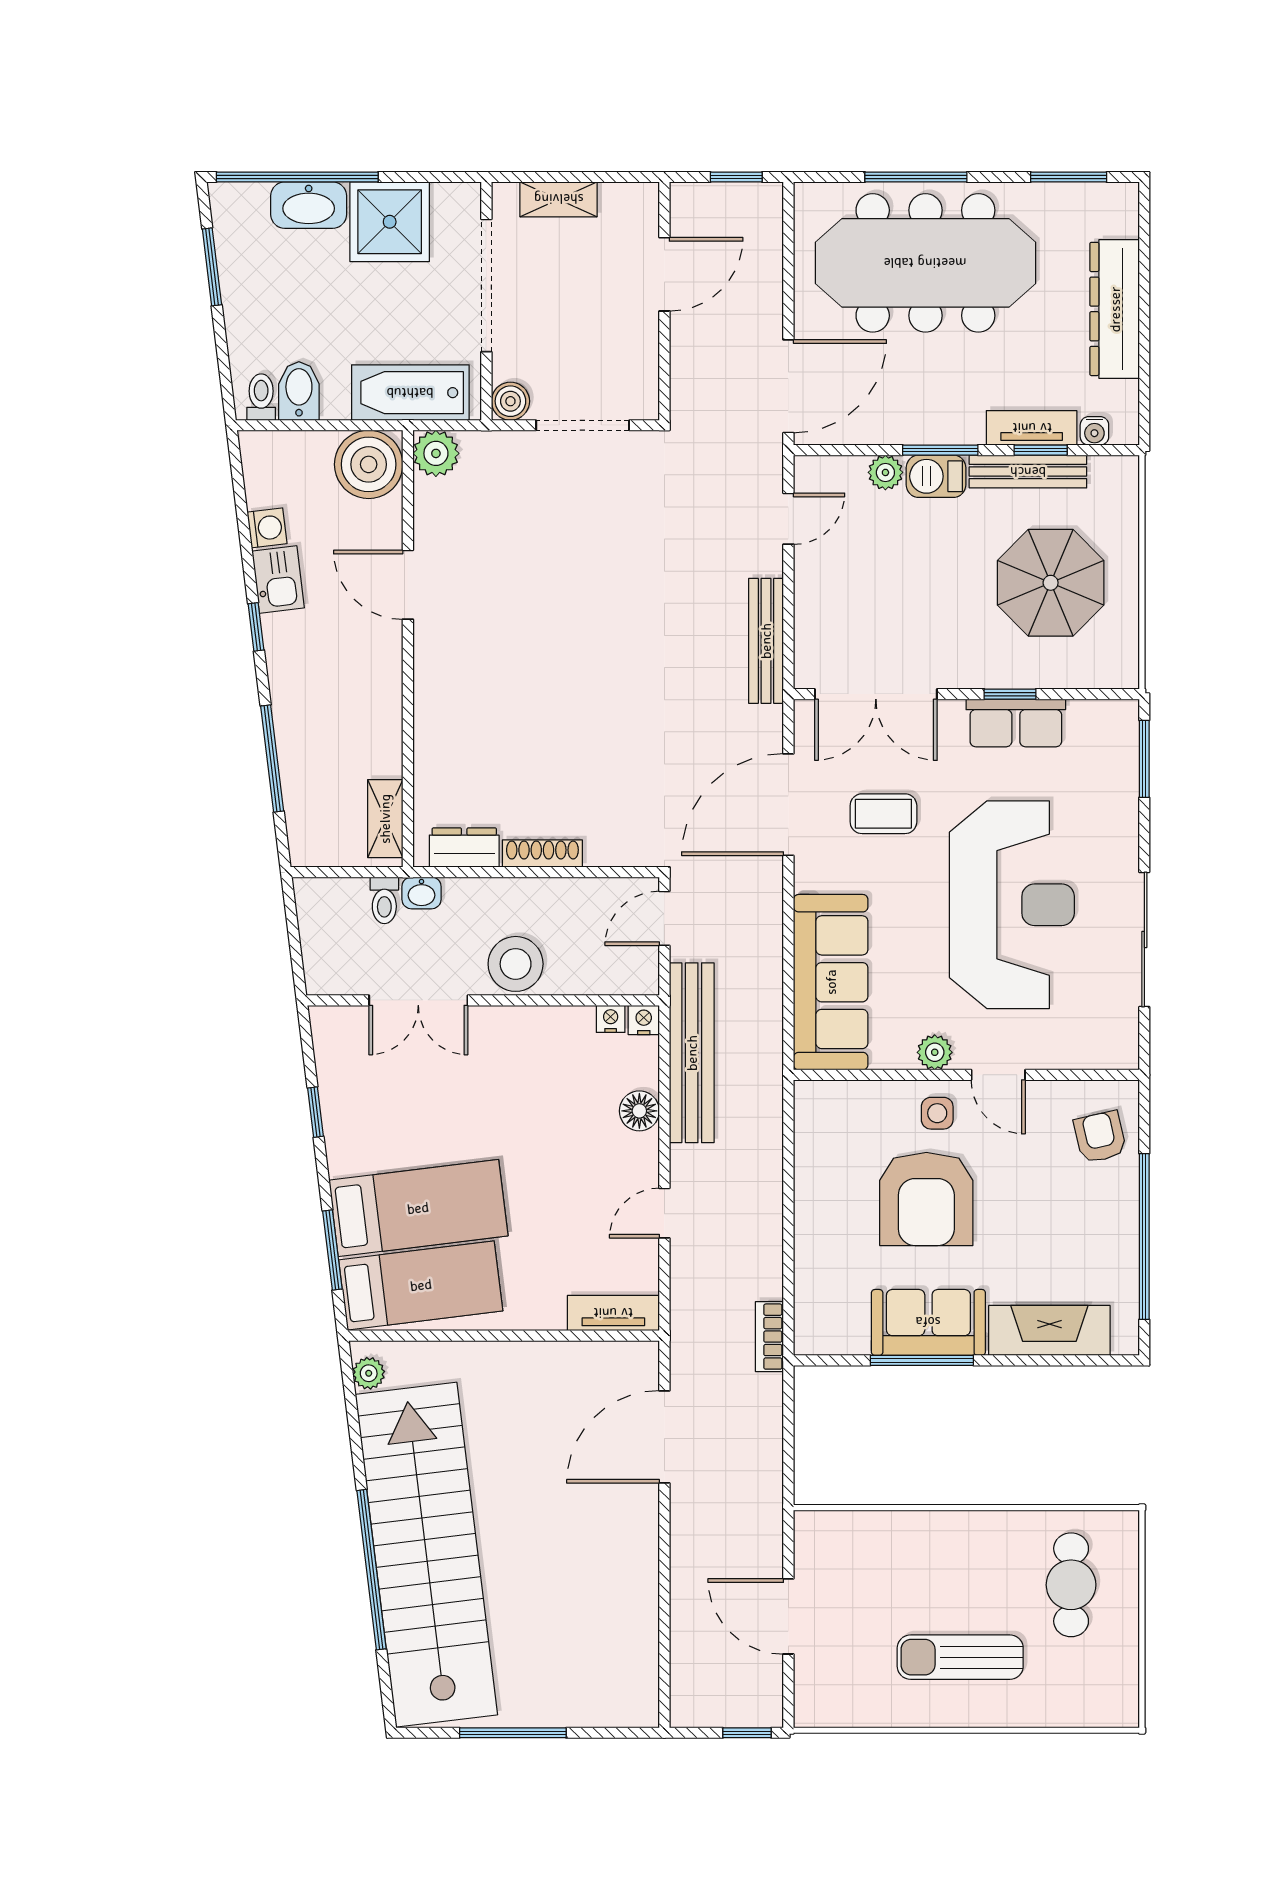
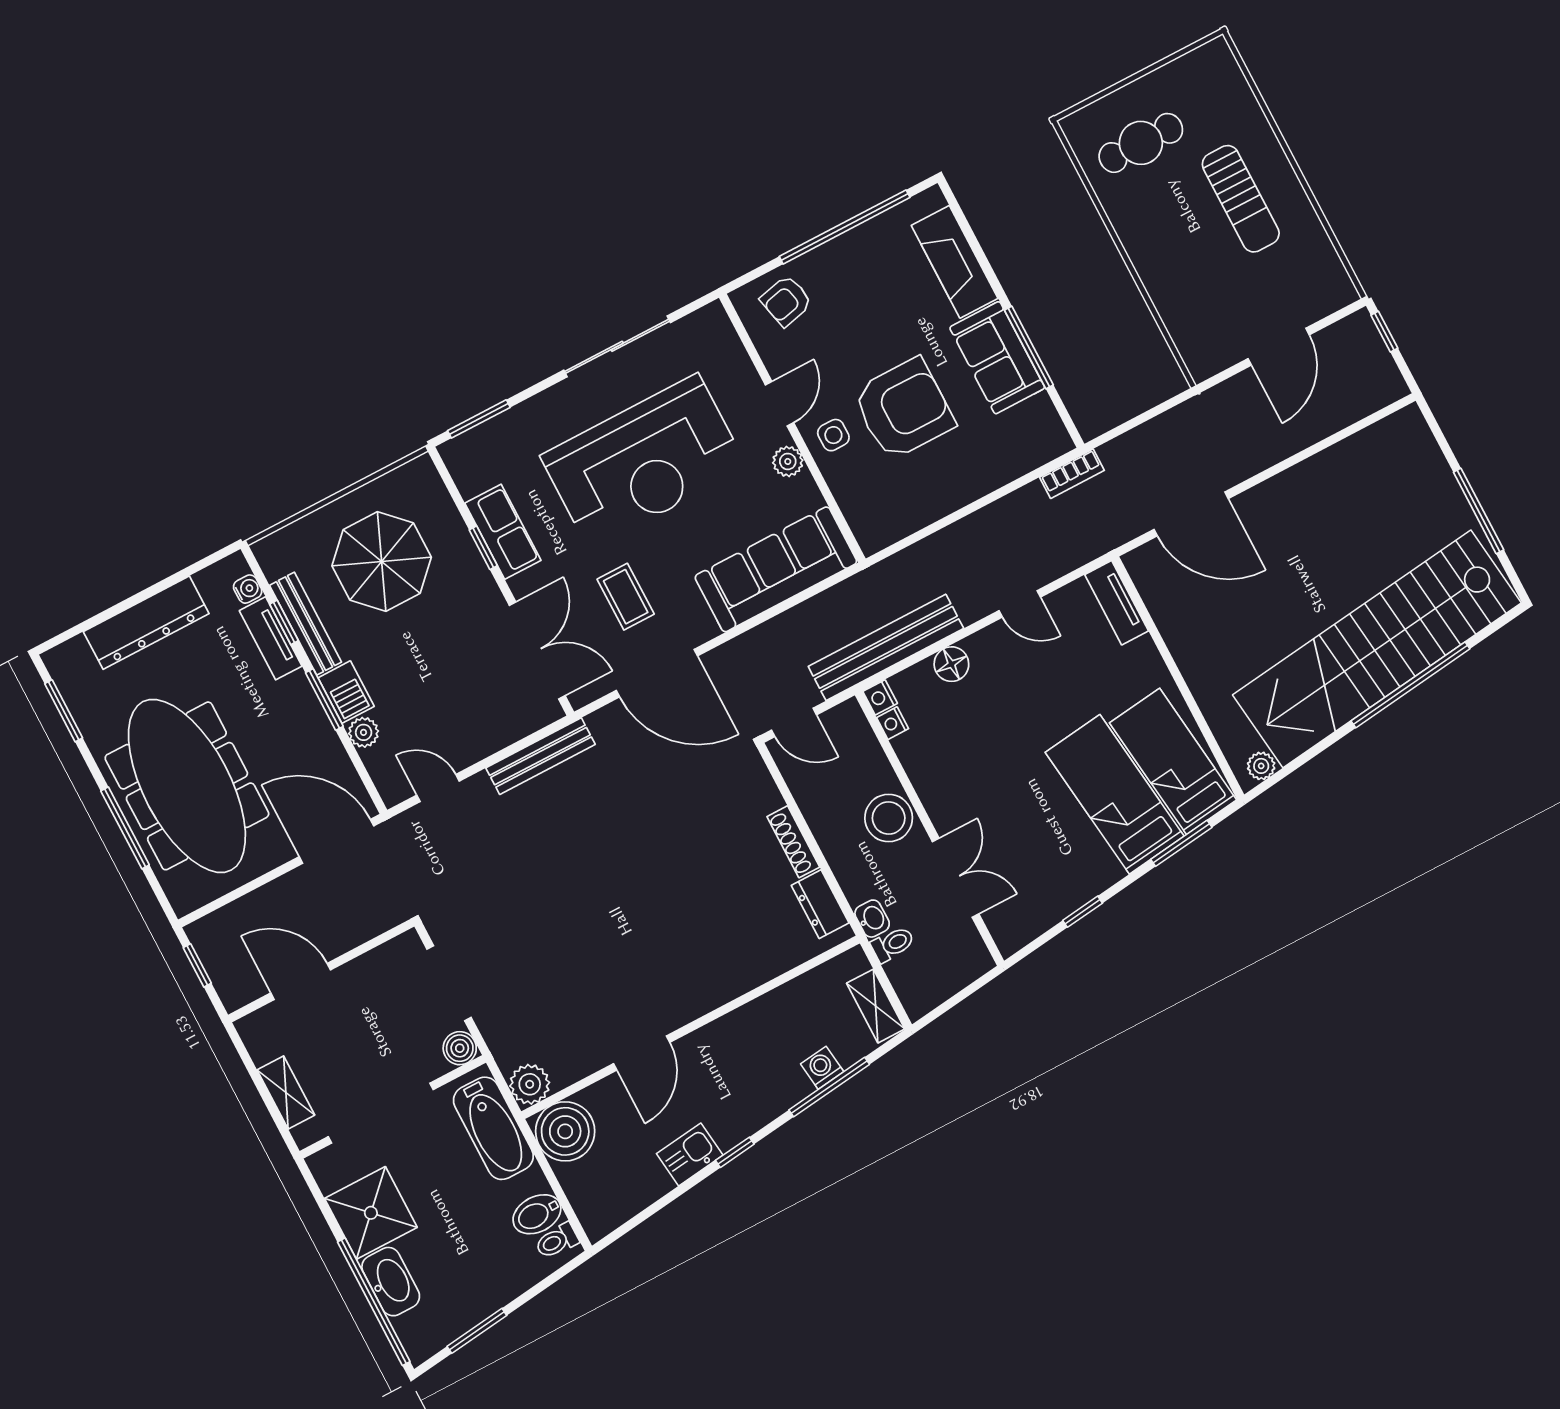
washing machine: (267, 528) -> (822, 1068), moved
shelving: (385, 819) -> (876, 1006), moved, turned 90
reception desk: (1012, 905) -> (644, 462), turned 180

